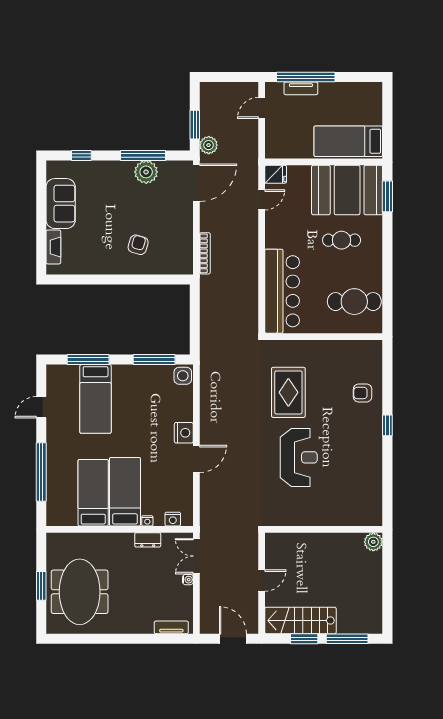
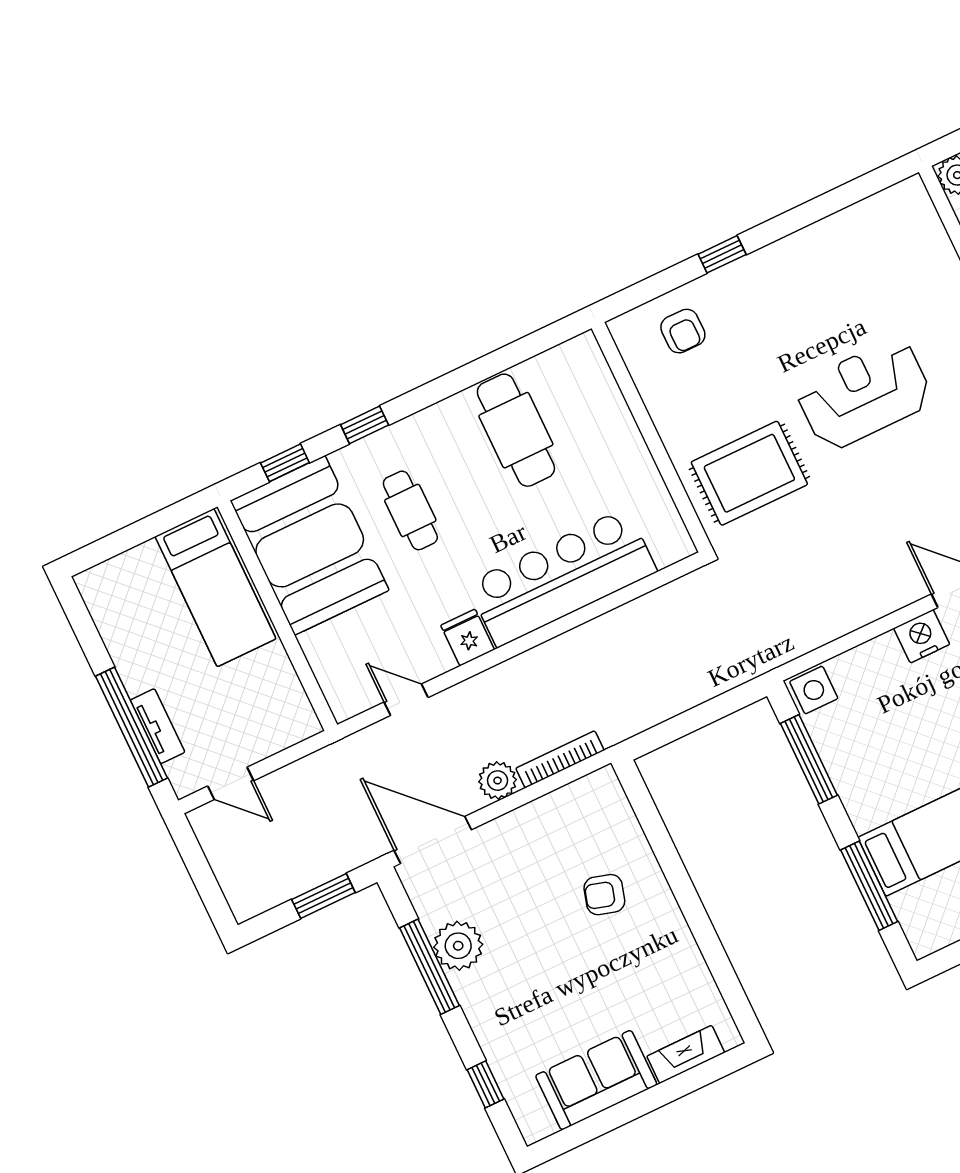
plant: (209, 145) -> (498, 781), moved
fridge: (276, 174) -> (468, 638), moved
window: (387, 196) -> (285, 463), width x0.67
window: (387, 238) -> (365, 425), added
wall: (324, 337) -> (651, 437), moved

